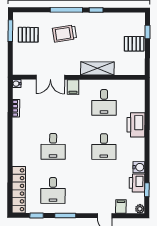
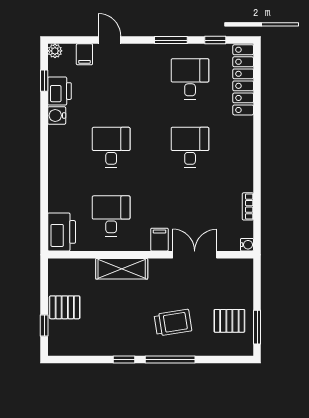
printer: (136, 125) -> (62, 232), moved

